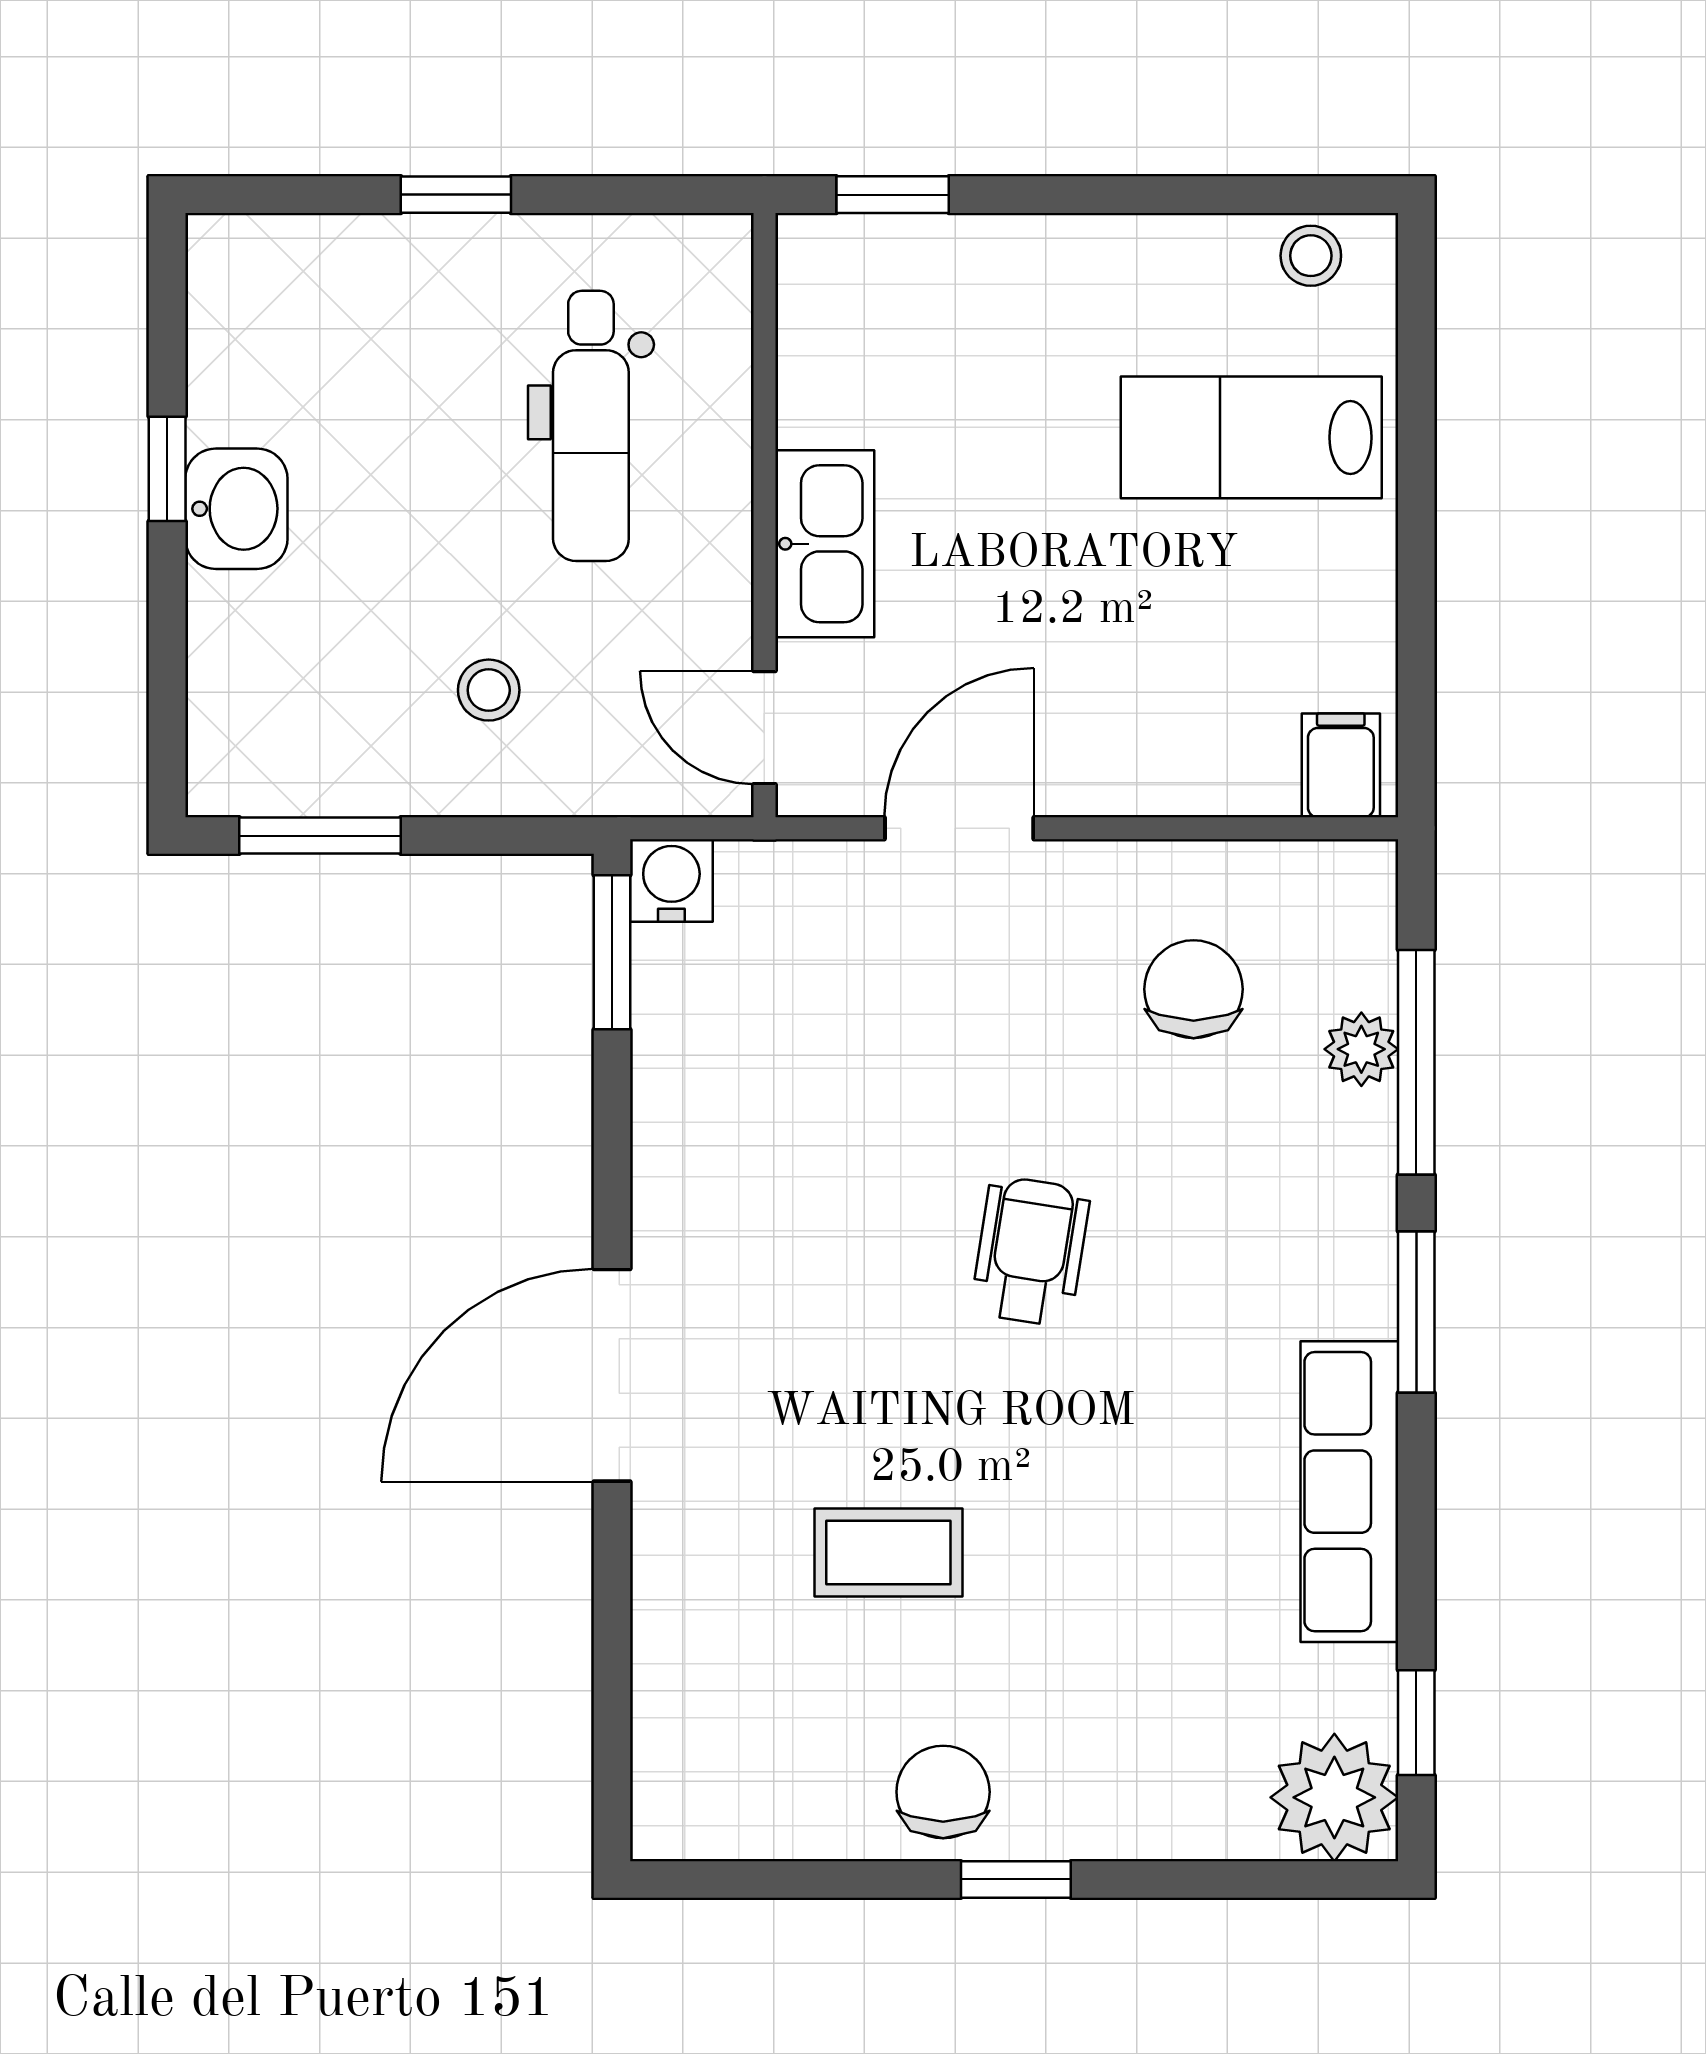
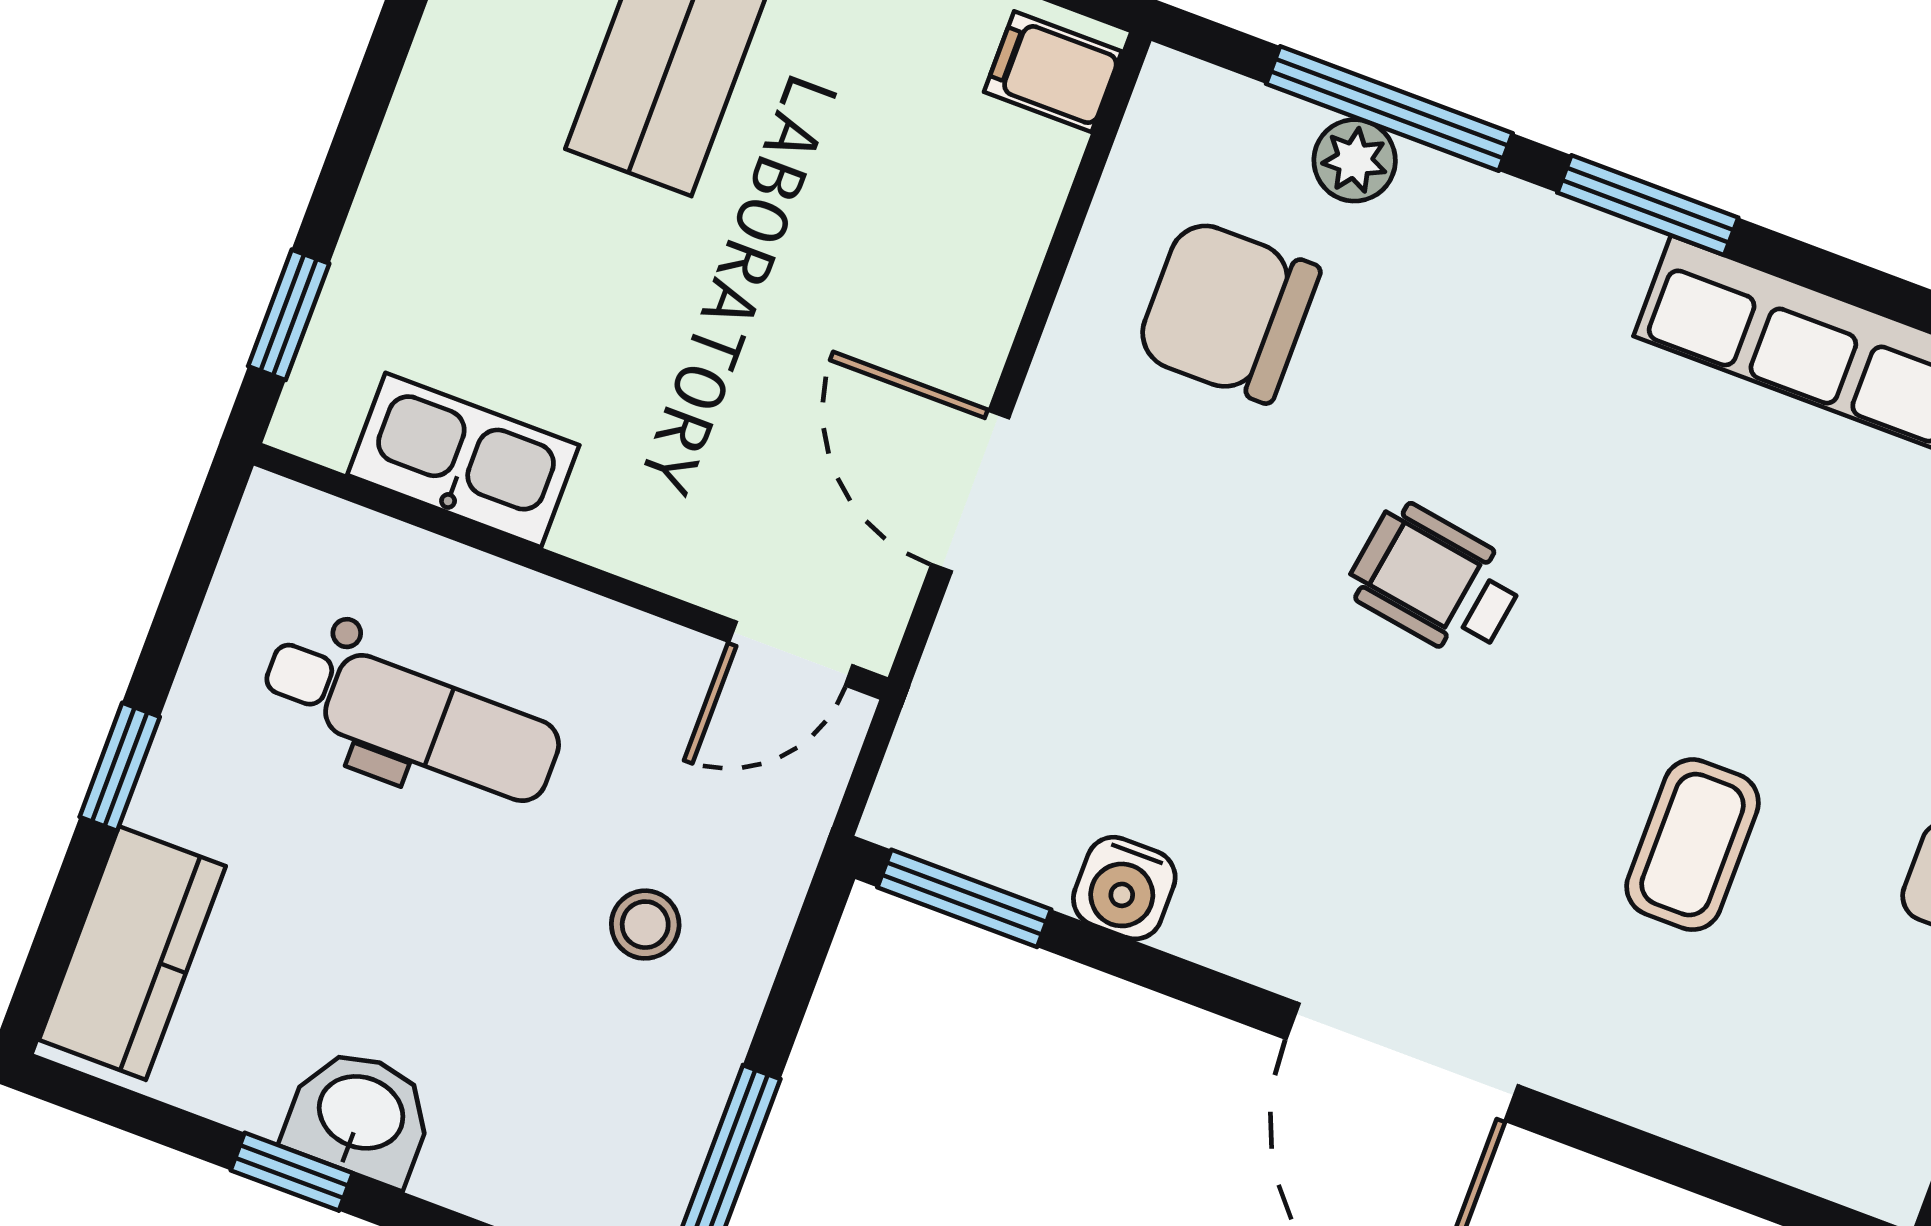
kitchen counter: (302, 264) -> (132, 953), added
kitchen sink: (825, 544) -> (463, 460), moved
water cooler: (671, 880) -> (1124, 888), moved, turned -90
chair: (1194, 989) -> (1228, 311), width x1.37, depth x1.37

